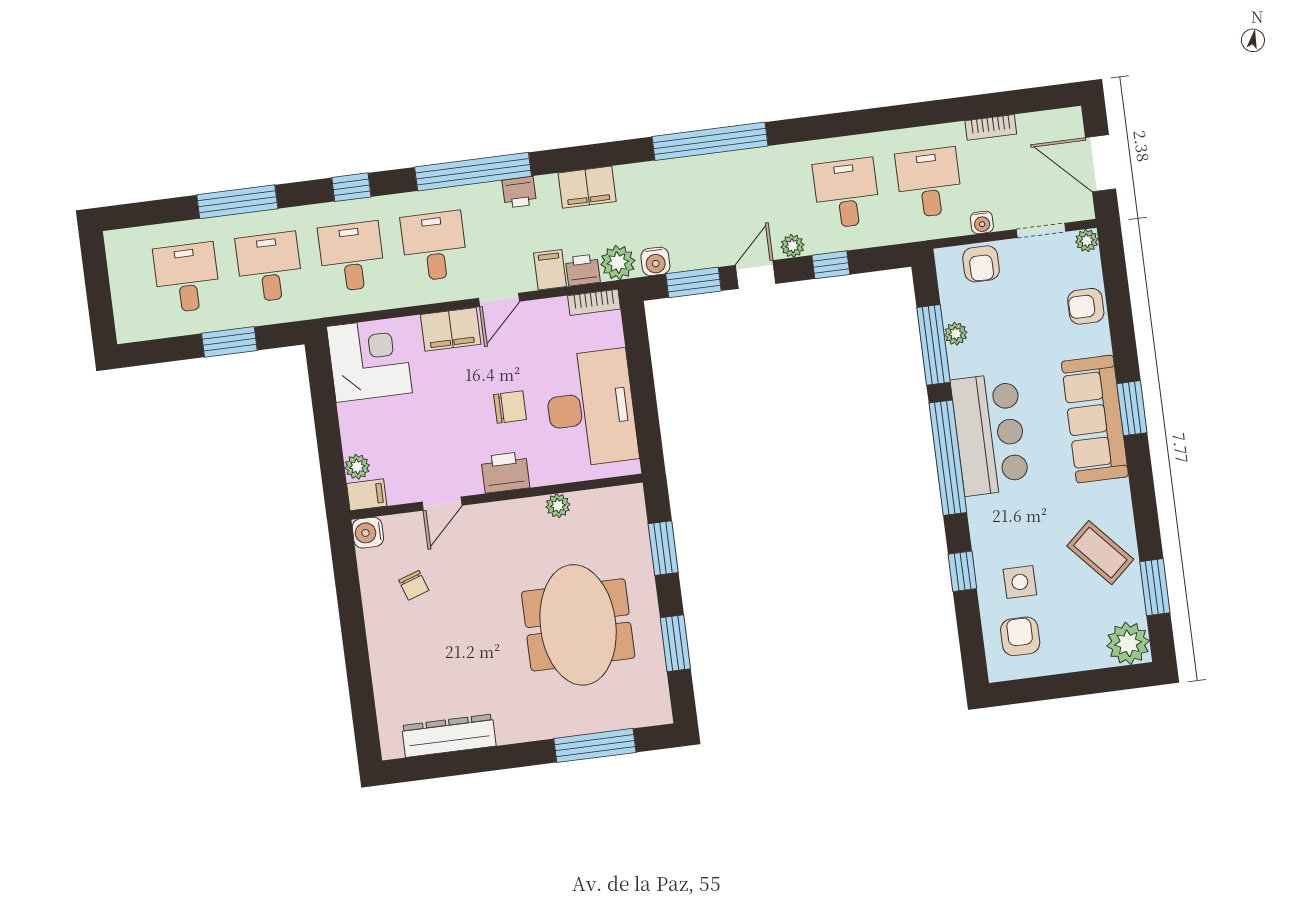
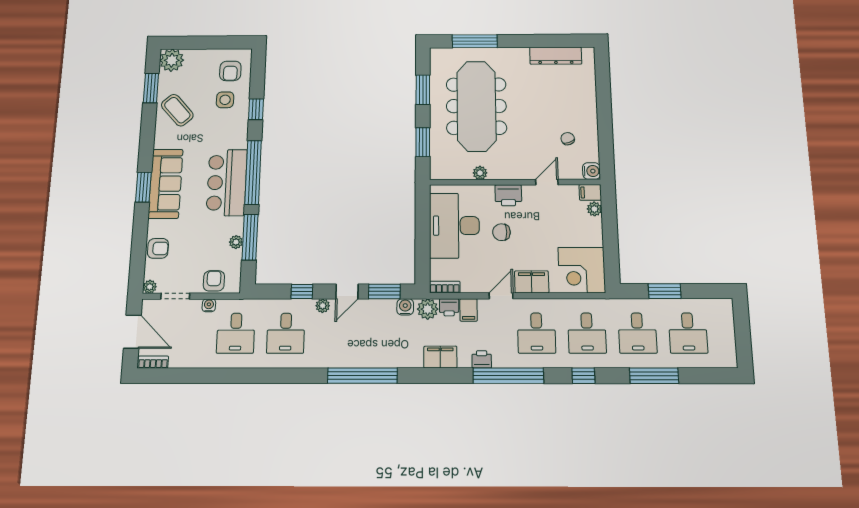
bookcase: (991, 127) -> (153, 362), moved
meeting table: (578, 625) -> (476, 106), width x1.36

